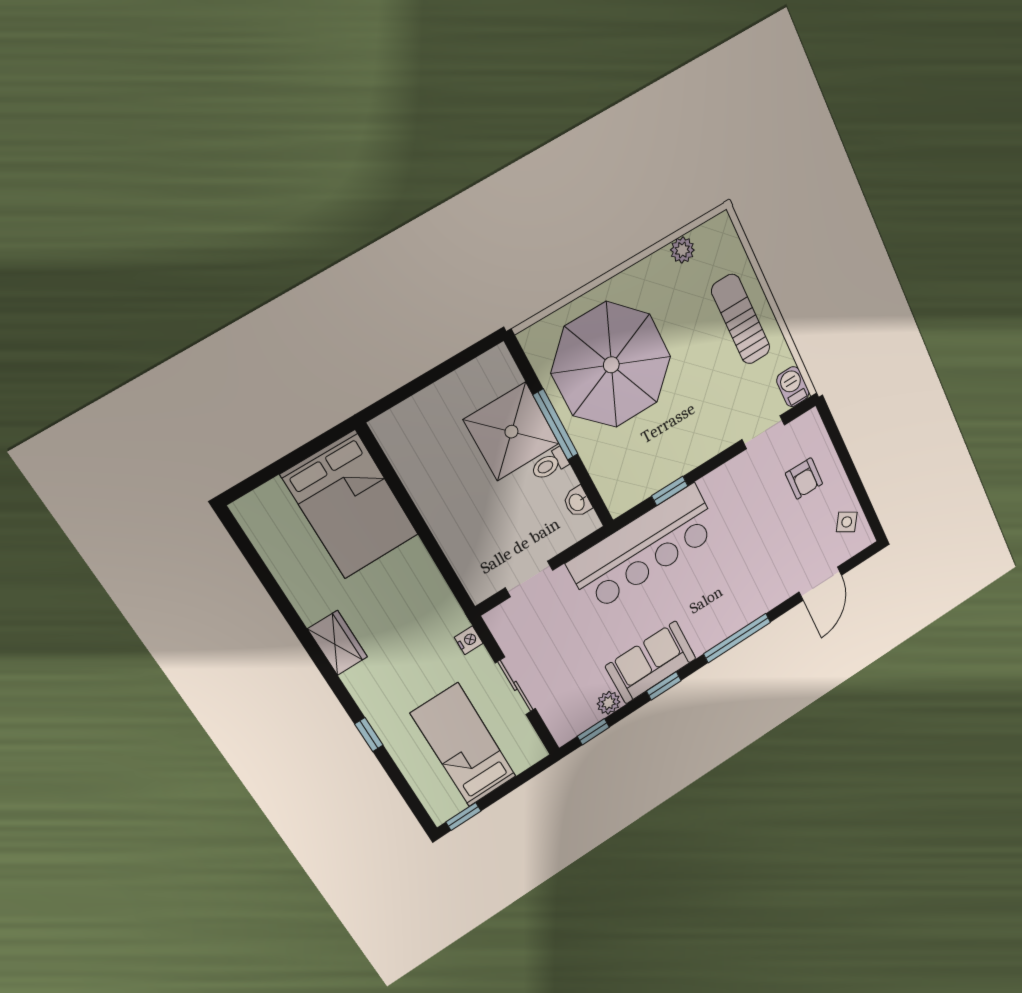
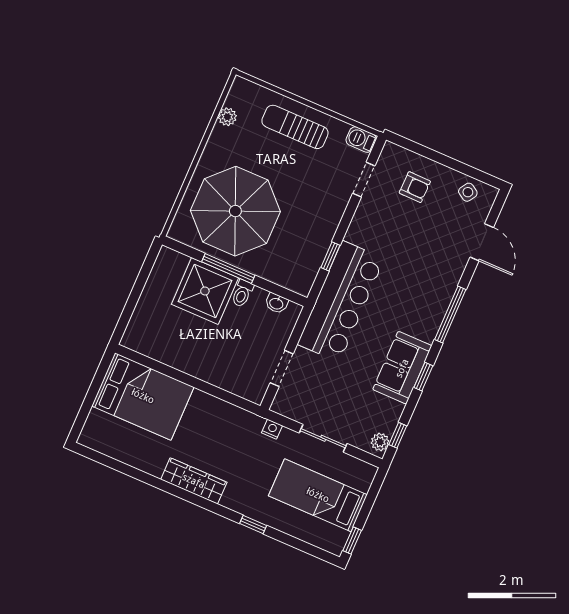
wardrobe: (337, 643) -> (194, 481), width x1.50
plant: (609, 703) -> (380, 442), moved

